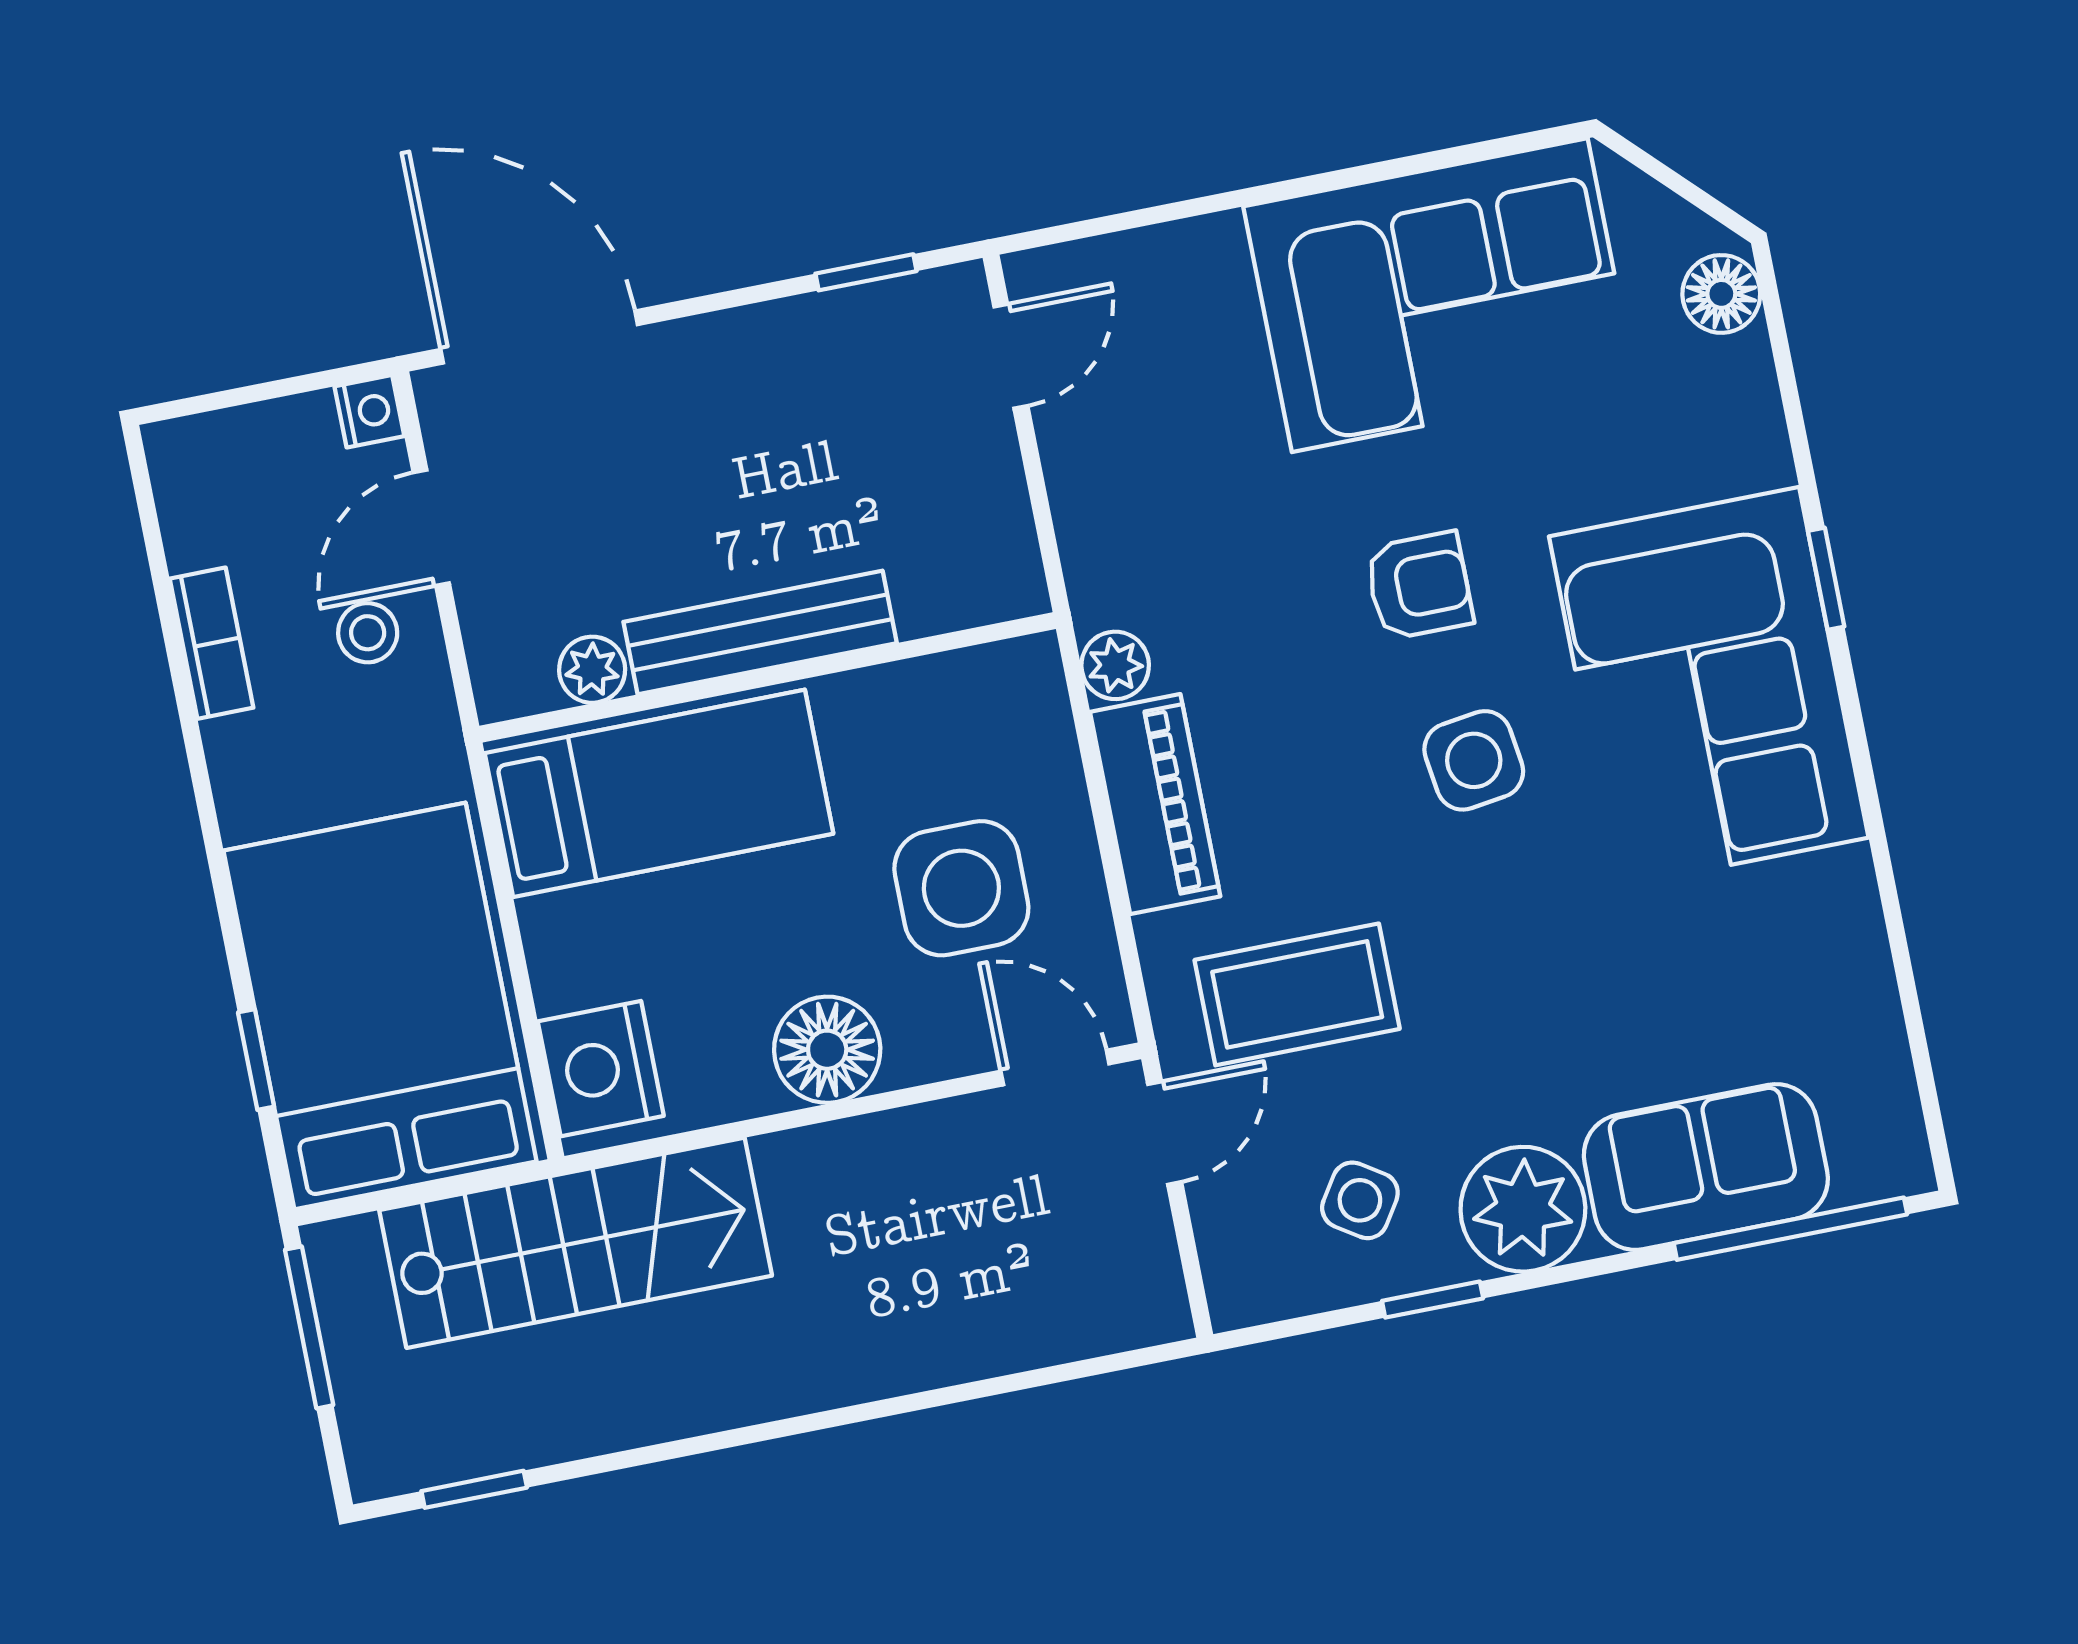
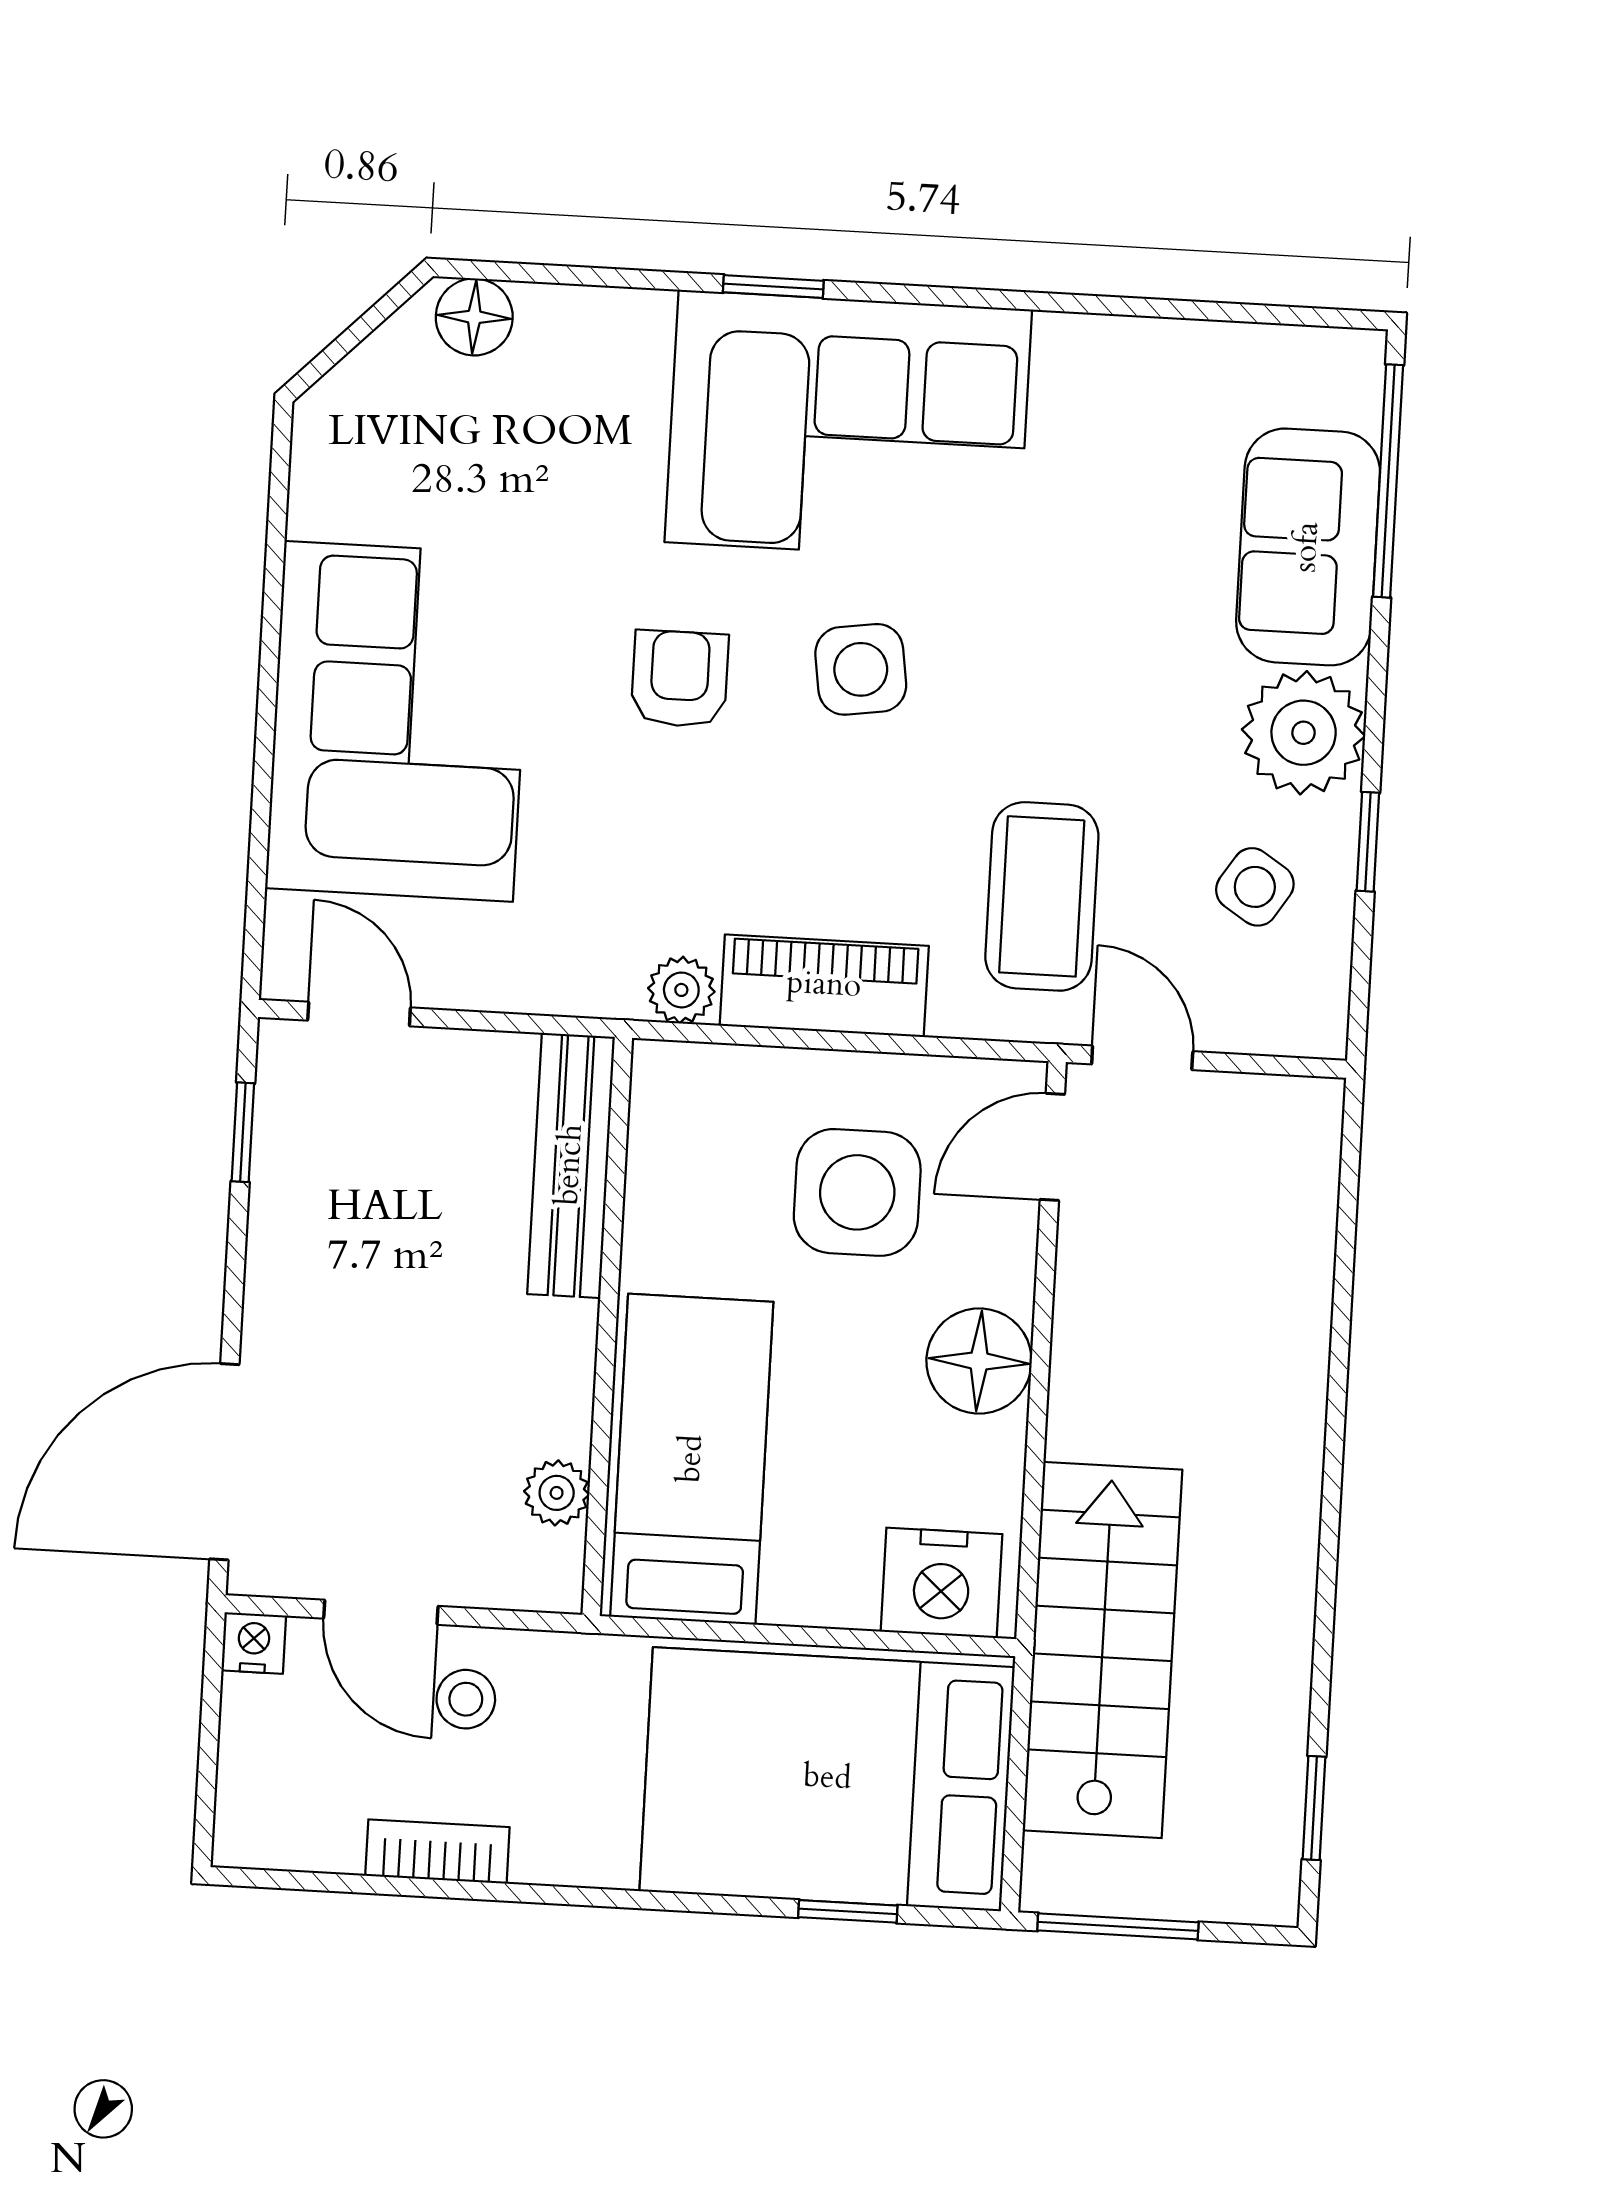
corner sofa: (1440, 295) -> (399, 721), moved
bench: (760, 632) -> (571, 1165), moved

